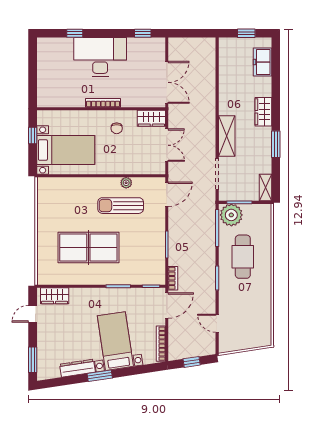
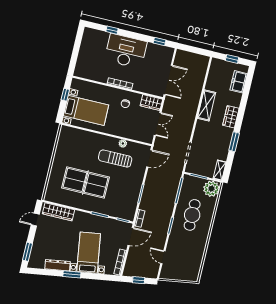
shelving: (227, 136) -> (206, 105), moved
plant: (231, 215) -> (211, 189), moved
wardrobe: (55, 296) -> (59, 212), width x1.50

